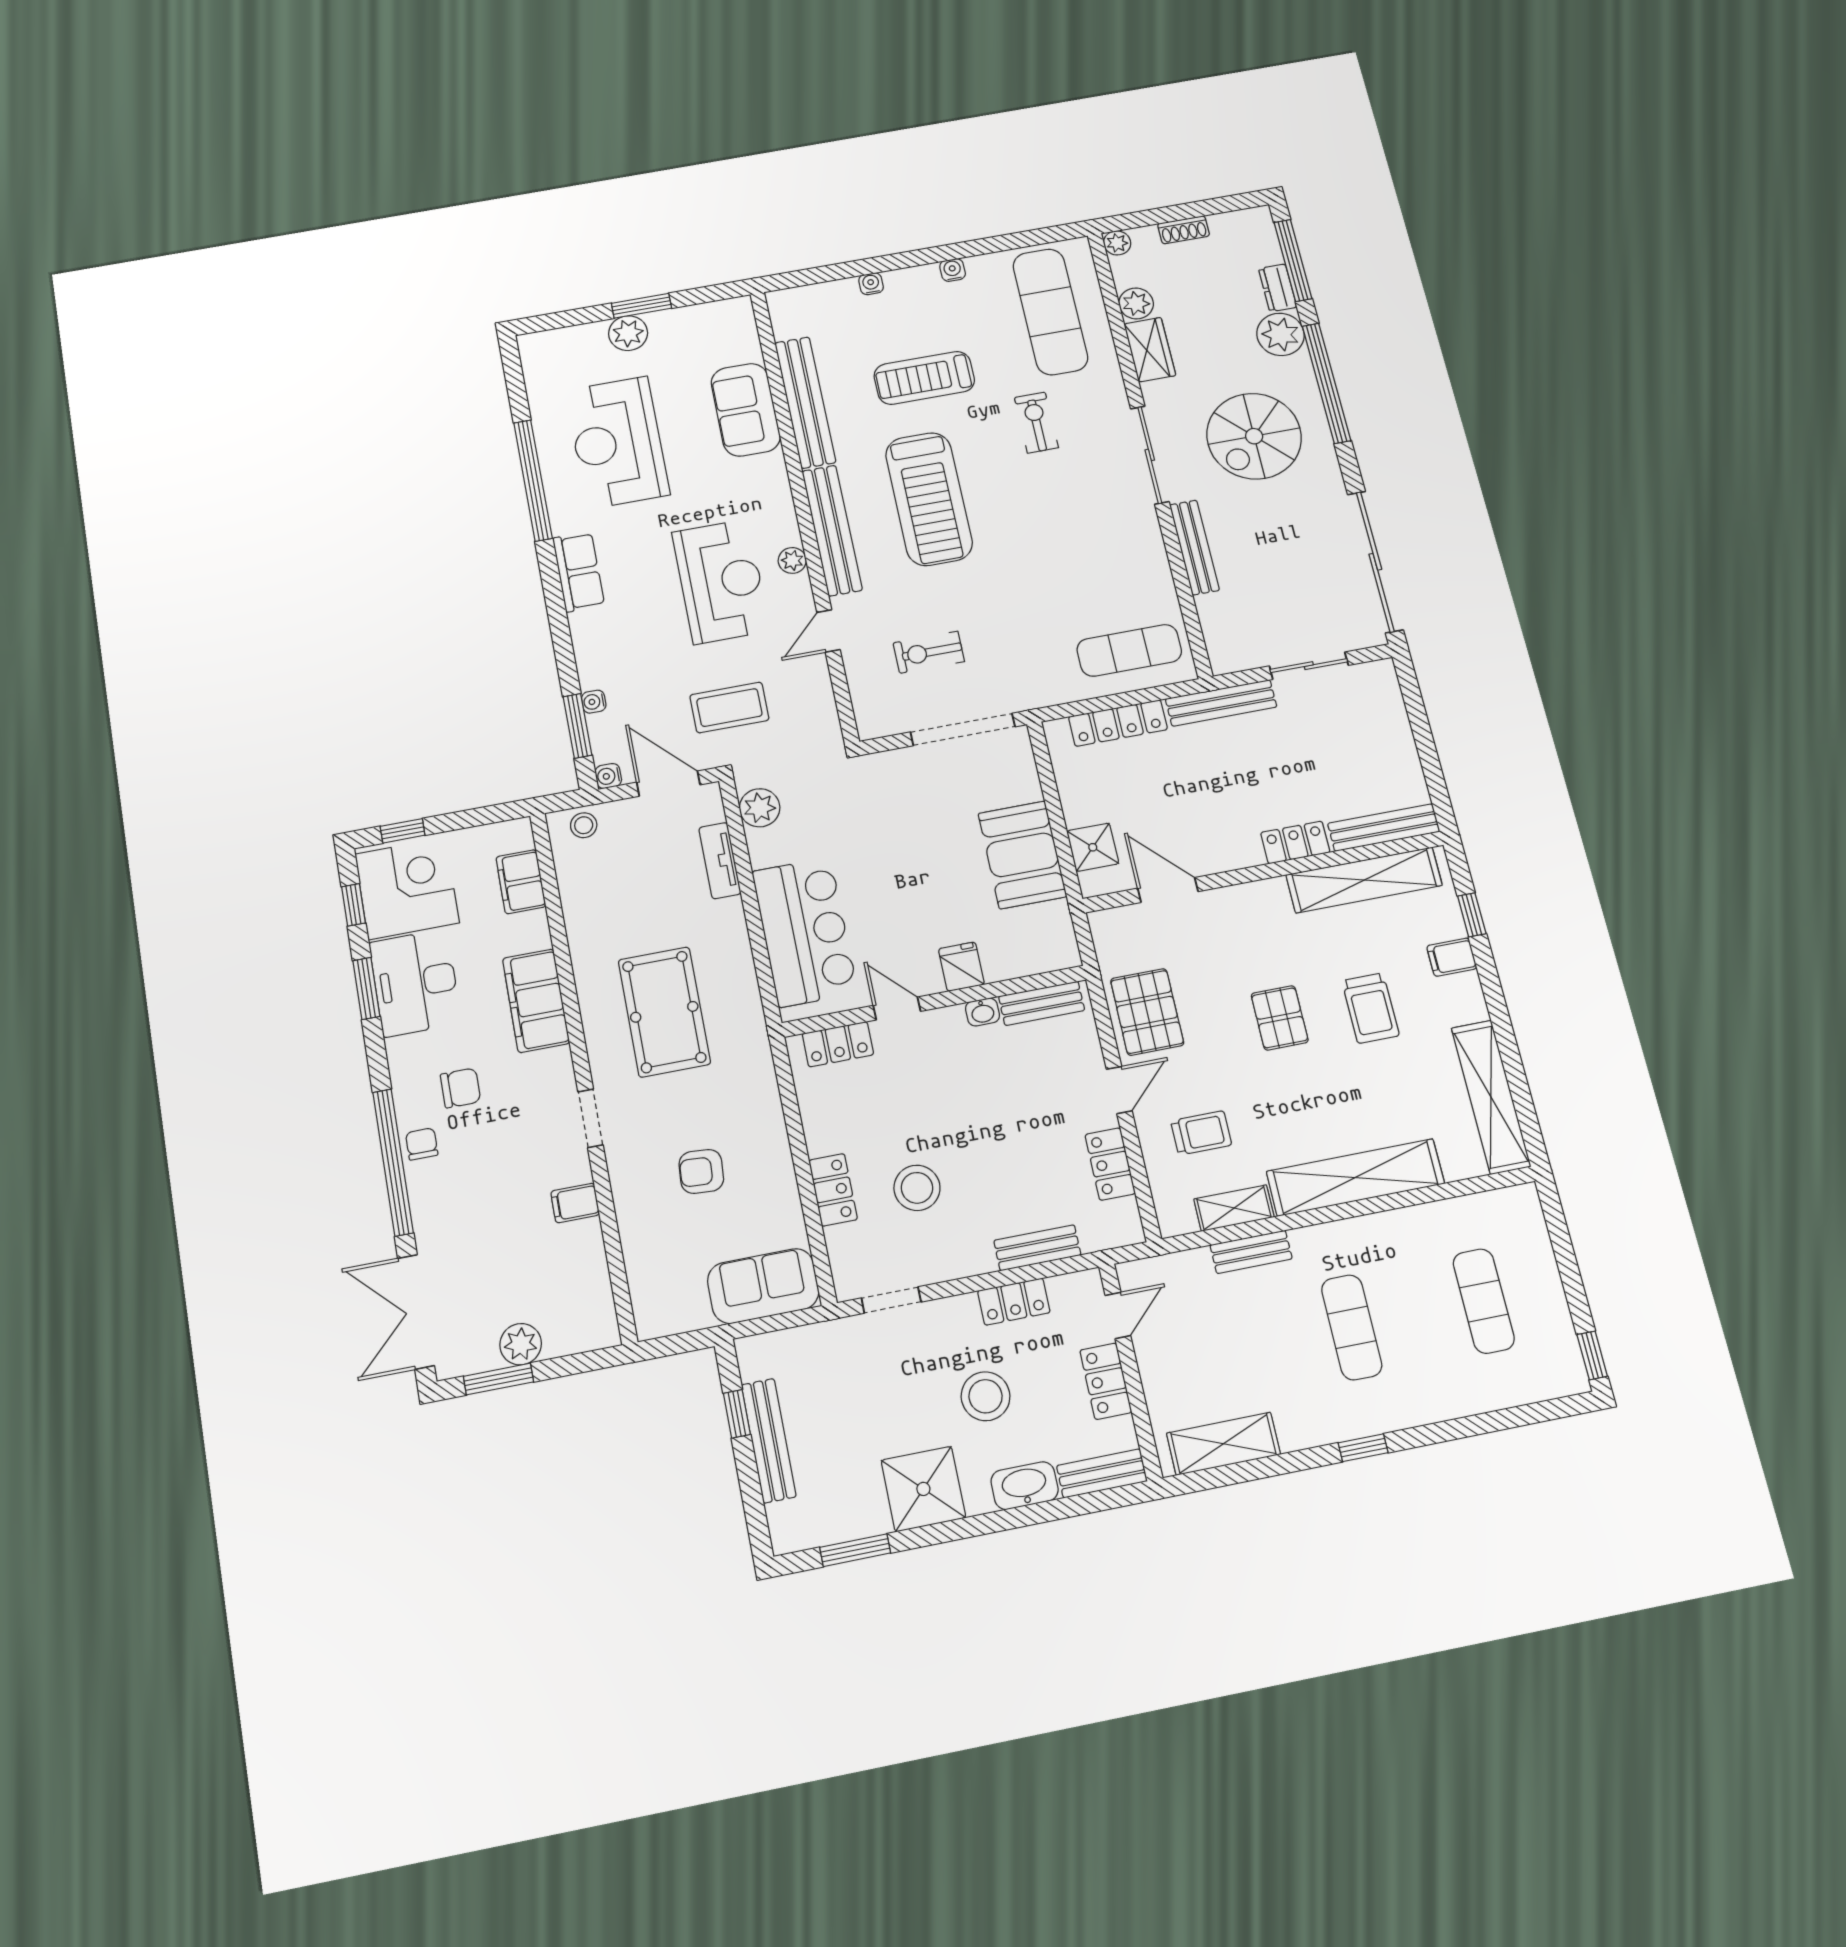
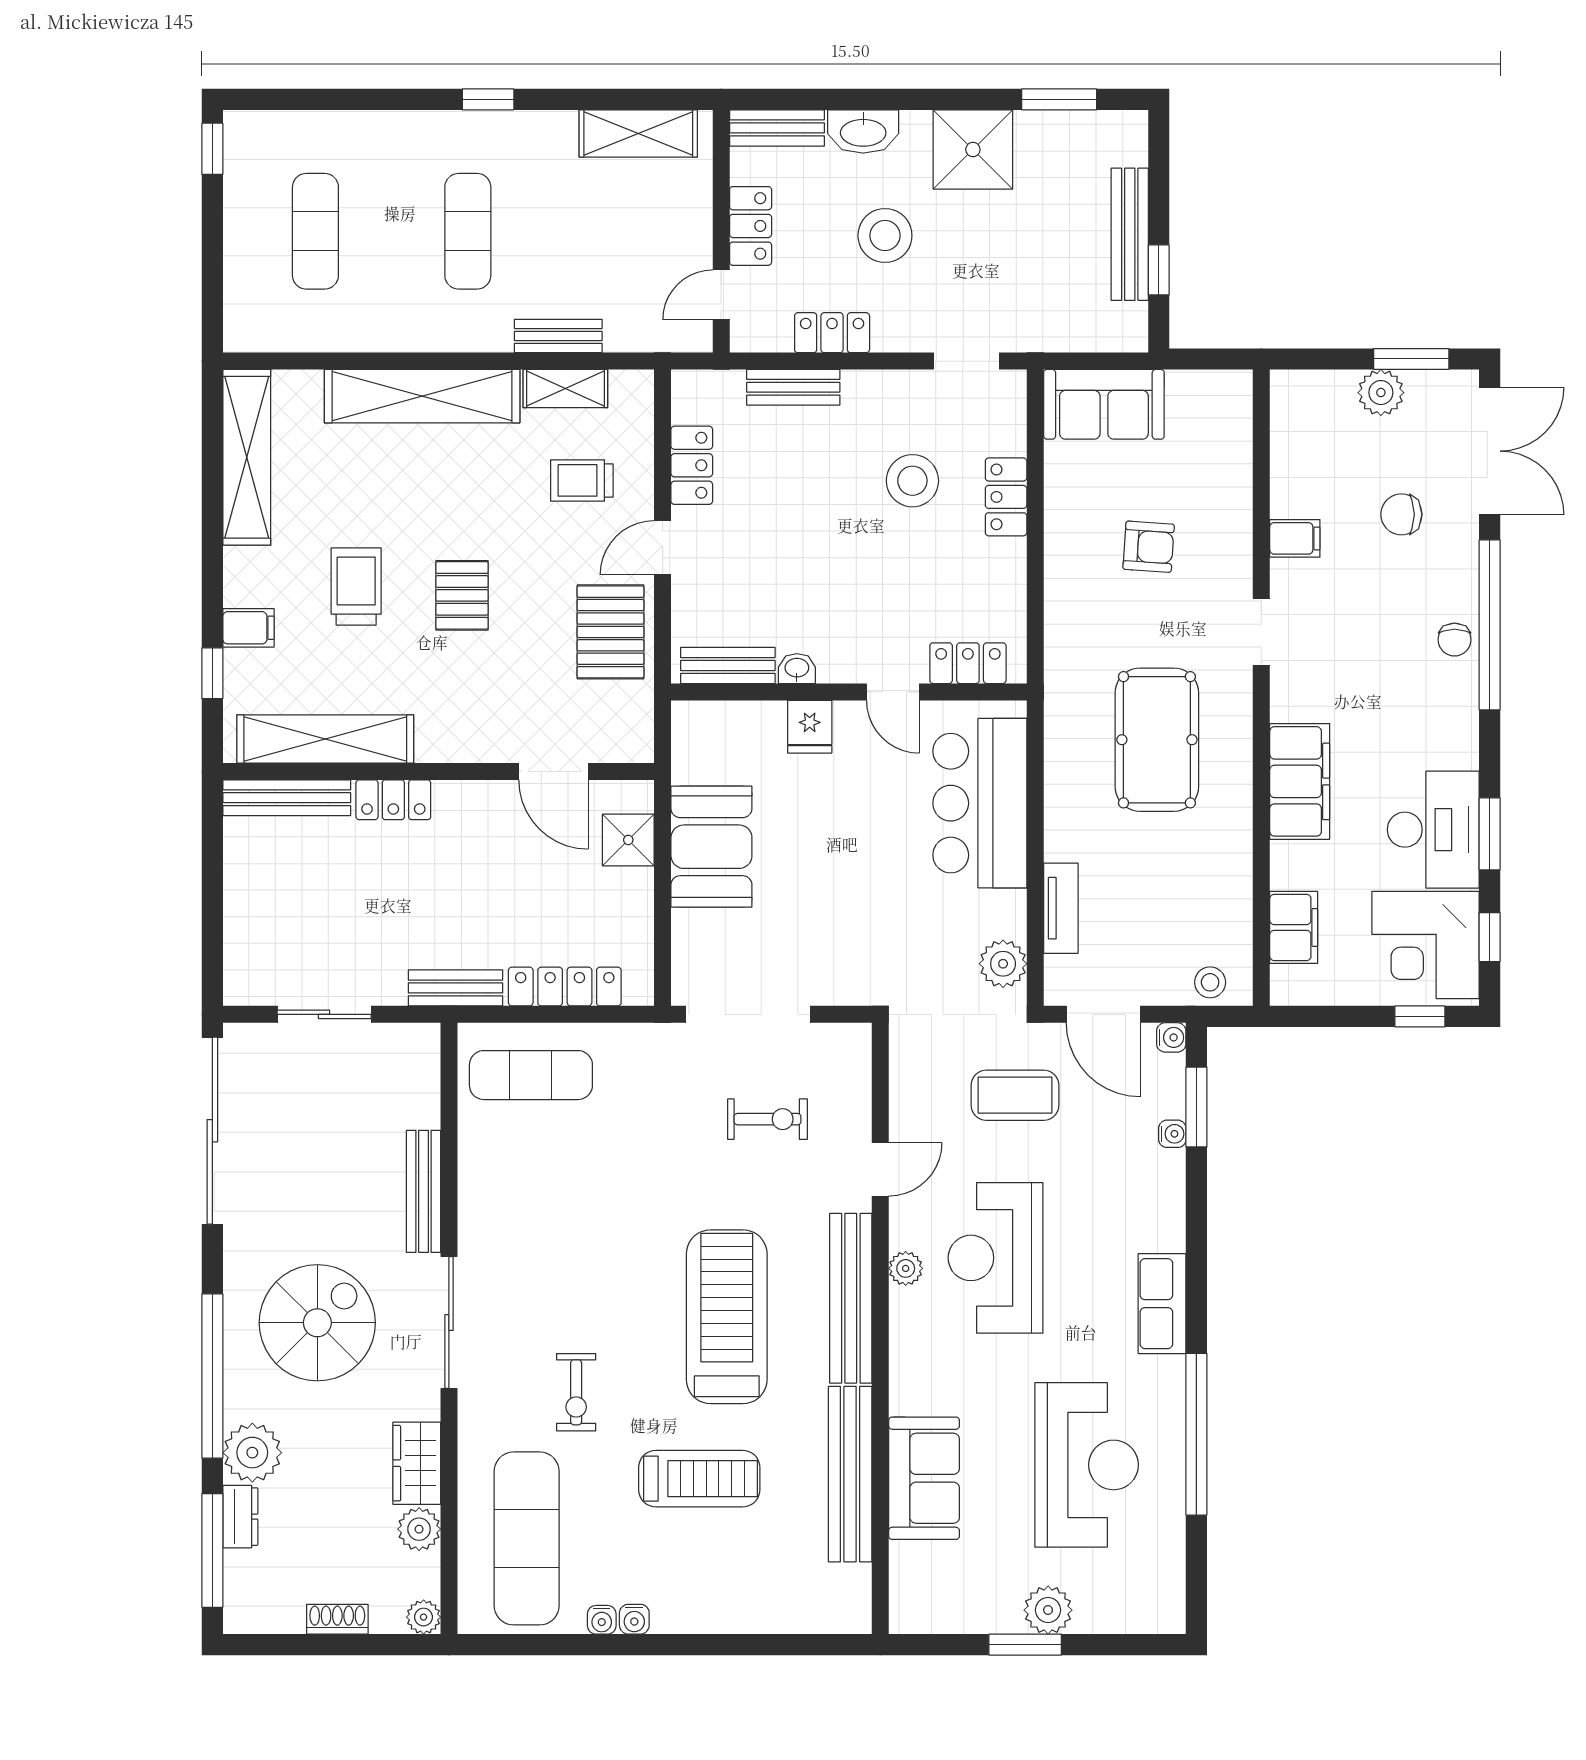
water cooler: (871, 284) -> (602, 1620), moved
bench: (1221, 703) -> (456, 988), width x0.73
chair: (461, 1088) -> (1401, 514), moved

